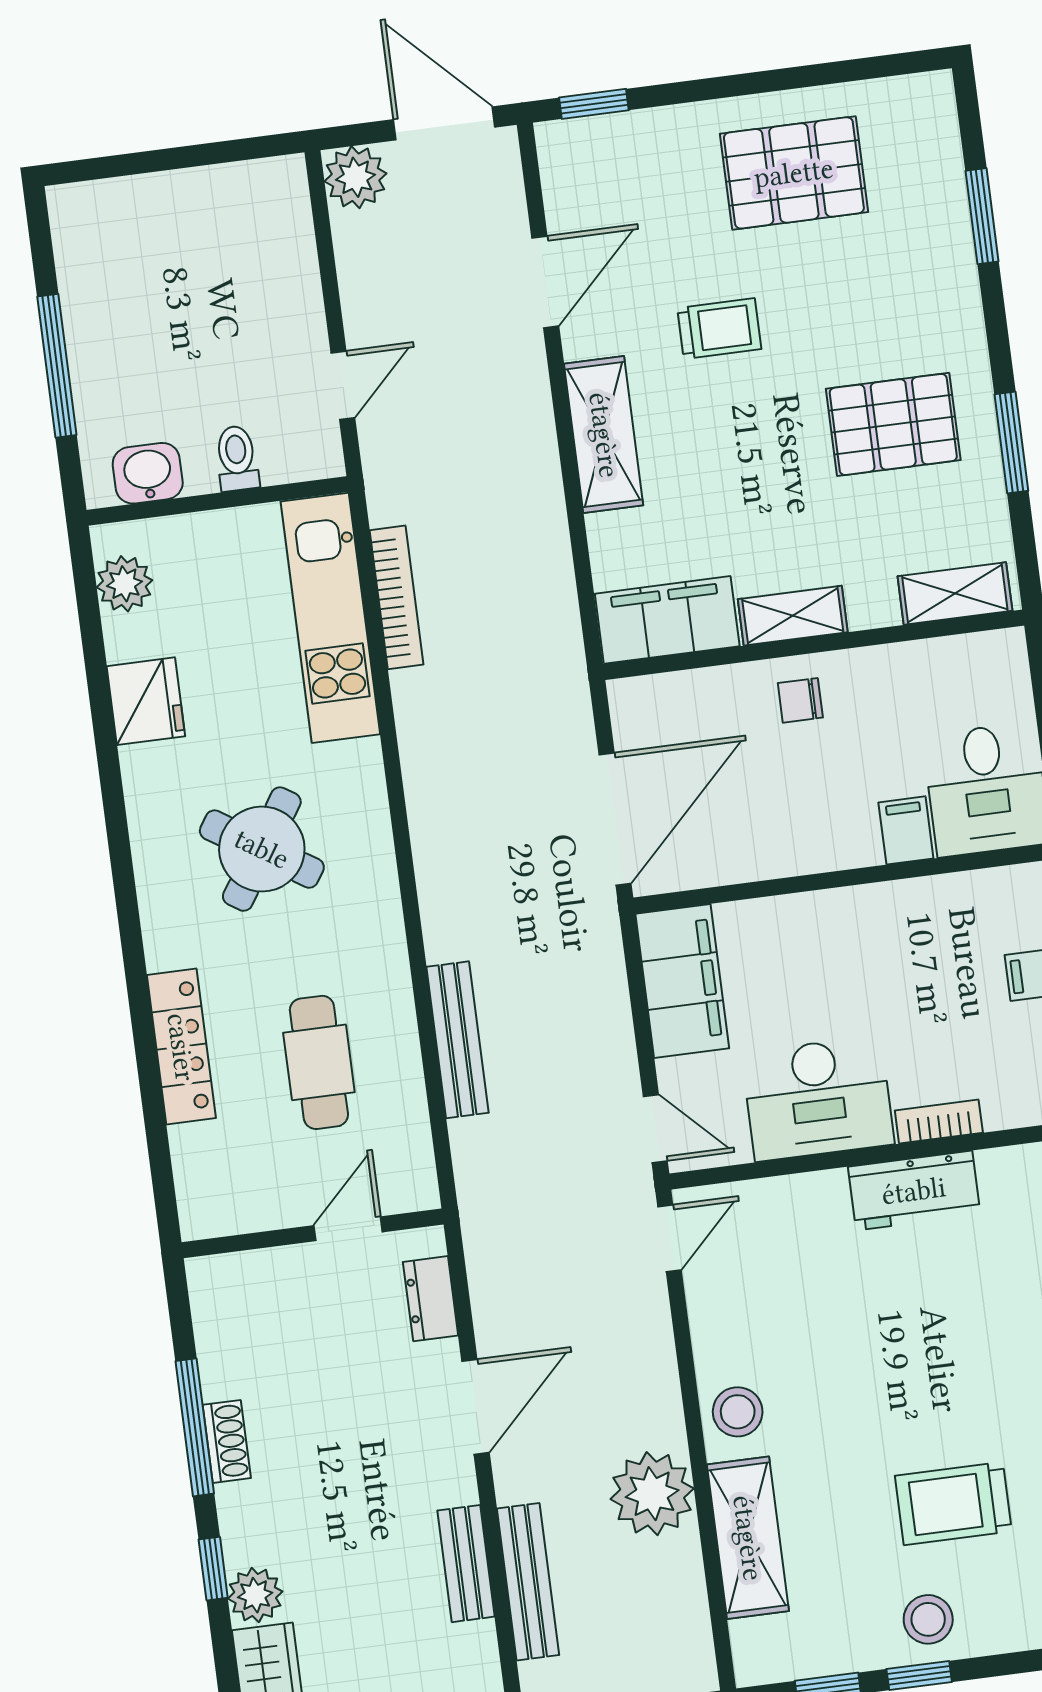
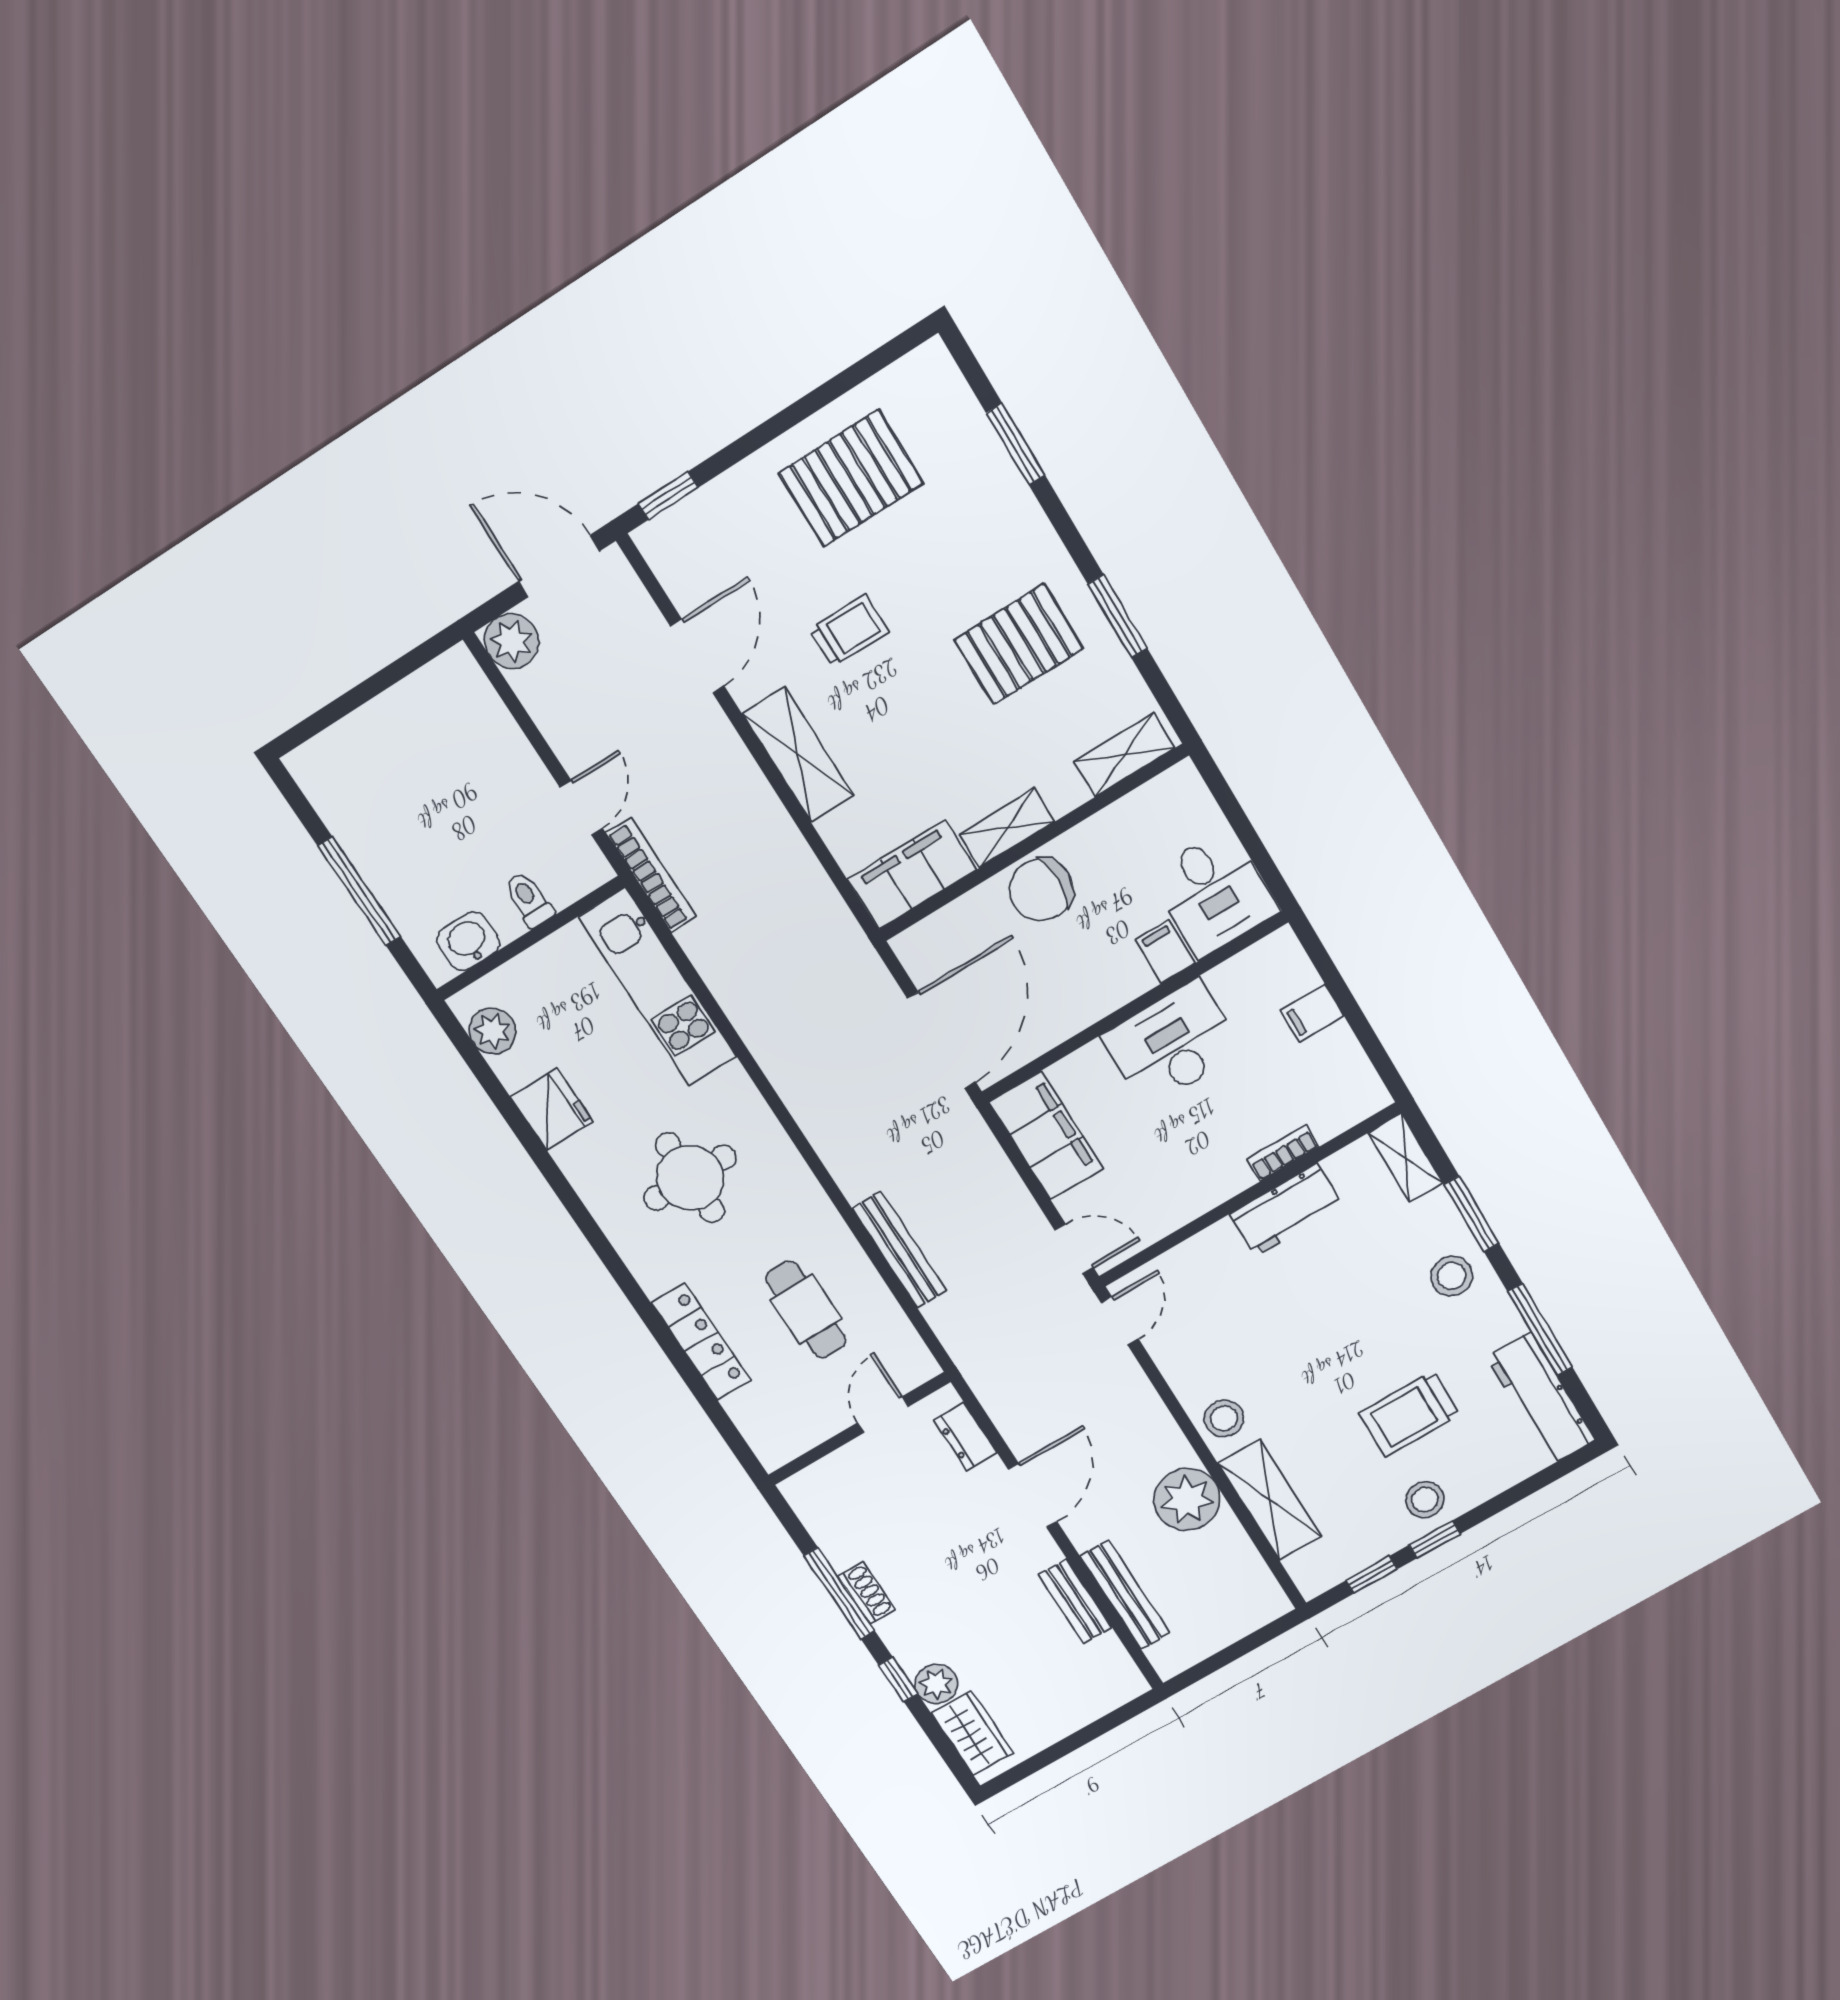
bookcase: (397, 597) -> (651, 875), moved
chair: (800, 700) -> (1041, 890), width x1.87, depth x1.87
round table: (262, 849) -> (690, 1178), turned -33
desk: (818, 1098) -> (1172, 1044), moved, turned 180

